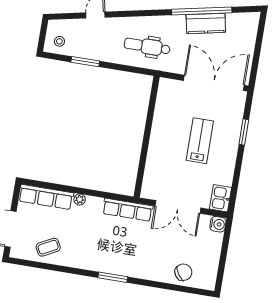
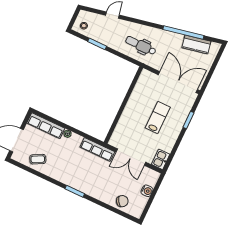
kitchen counter: (206, 24) -> (196, 45), moved
water cooler: (218, 224) -> (147, 191), moved

